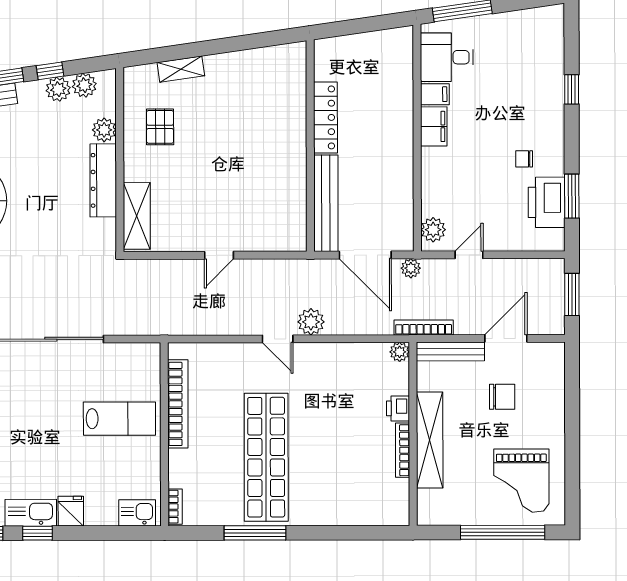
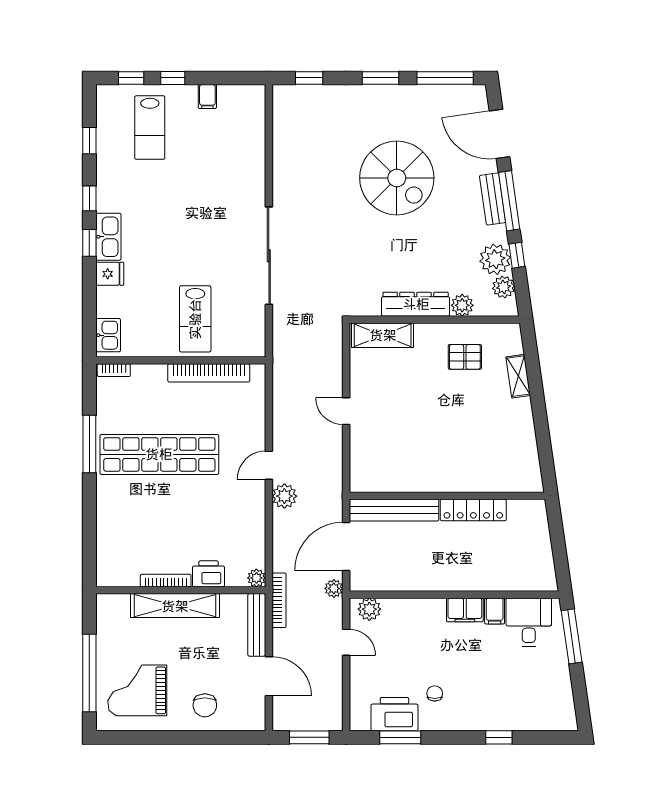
plant: (58, 89) -> (495, 259), width x1.36, depth x1.36
chair: (502, 397) -> (205, 705), moved
printer: (398, 408) -> (208, 574), width x1.36, depth x1.24

